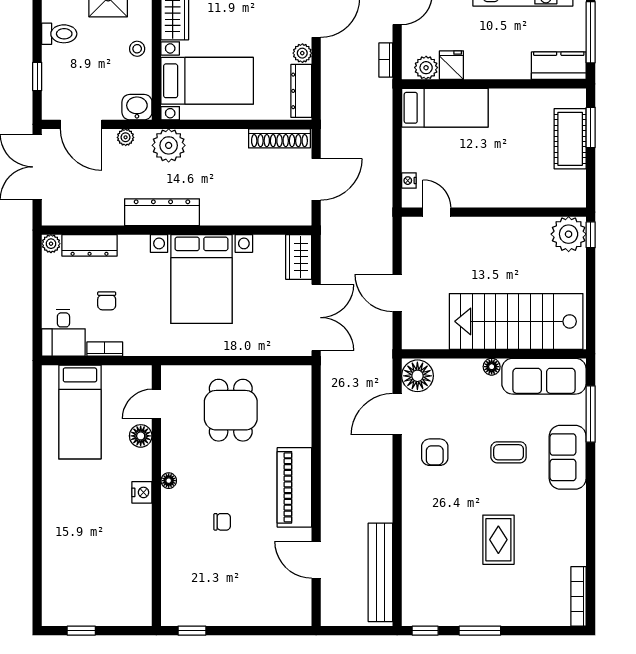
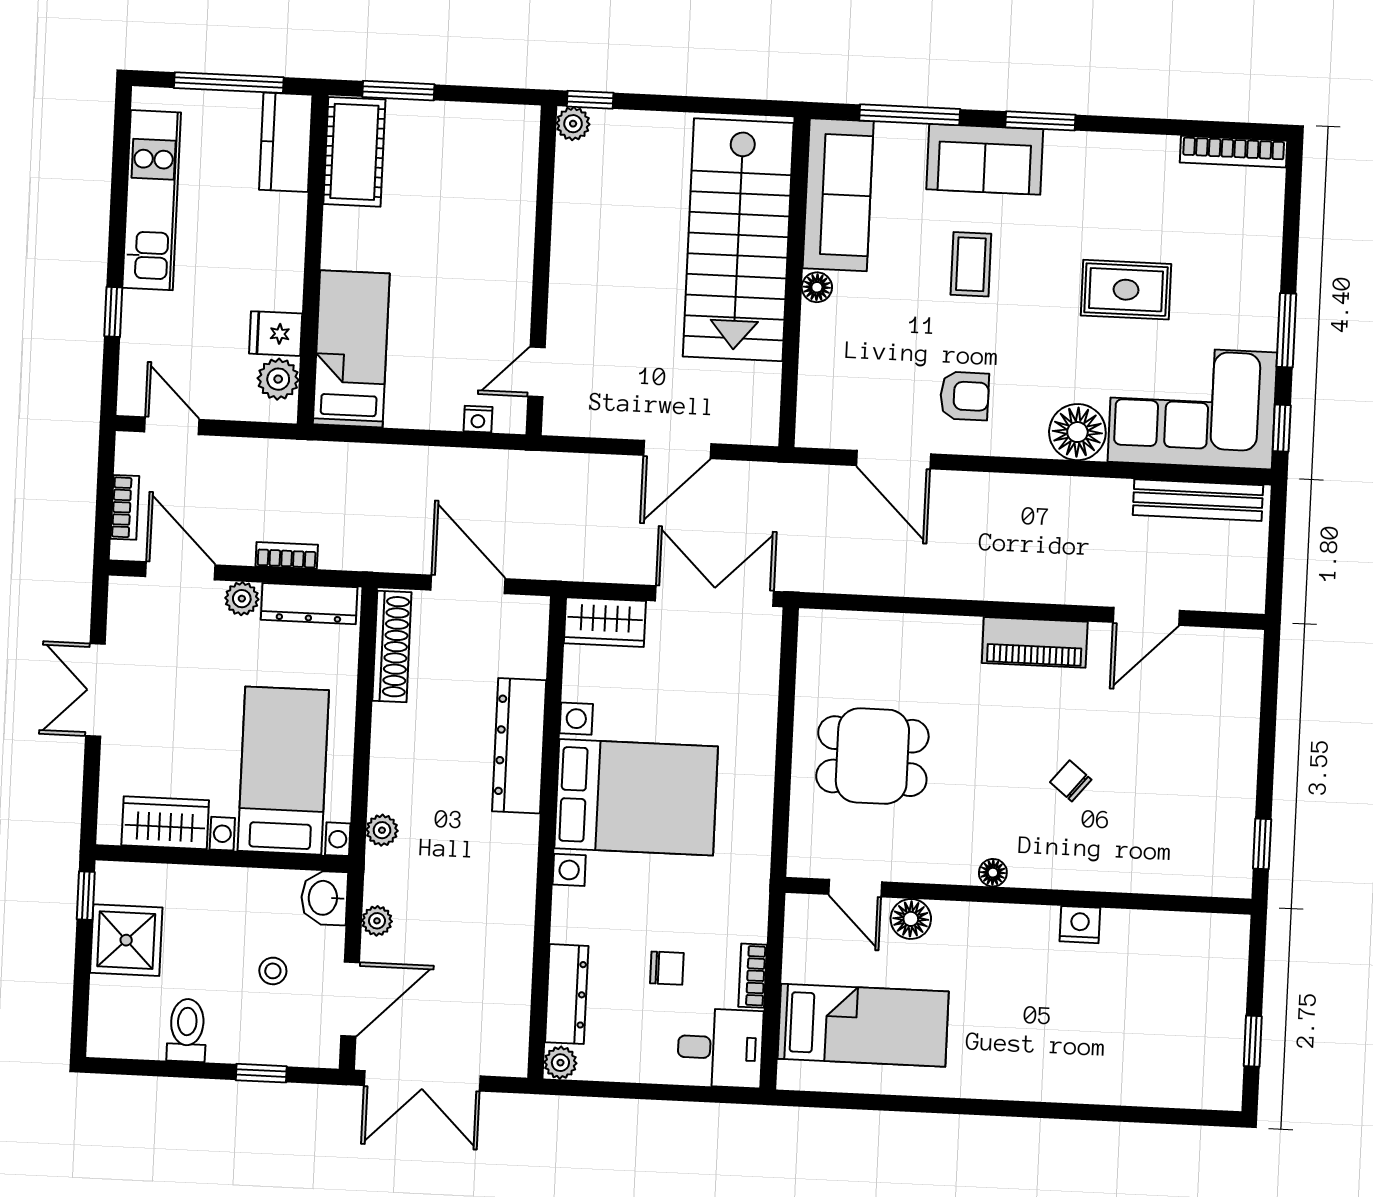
stool: (137, 49) -> (273, 971), moved
bookcase: (386, 60) -> (287, 556), moved, turned 180
cot: (570, 139) -> (354, 152), moved, turned 90
plant: (169, 145) -> (382, 830), width x0.53, depth x0.53
dresser: (162, 212) -> (519, 746), moved
plant: (569, 234) -> (573, 124), width x0.53, depth x0.53
floor lamp: (417, 376) -> (1077, 432), moved
piano: (294, 487) -> (1035, 642), width x0.73, depth x0.75
window: (591, 487) -> (1040, 121), added
nightstand: (142, 492) -> (1080, 925), moved
chair: (222, 522) -> (1071, 781), turned -51
bench: (380, 572) -> (1198, 500), width x0.73, depth x0.82
corner sofa: (435, 580) -> (1192, 407), added

